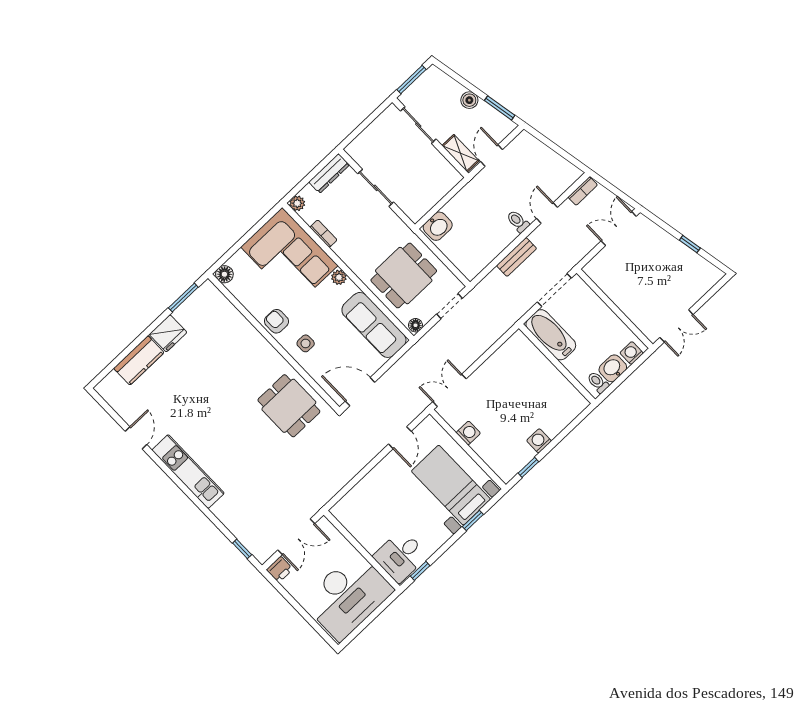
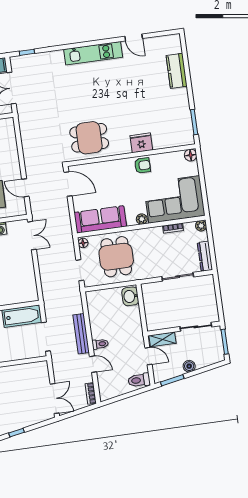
toilet: (527, 146) -> (139, 380), added
bench: (517, 257) -> (81, 334), width x1.36
fridge: (168, 333) -> (141, 143), moved, turned 90
side table: (306, 343) -> (118, 173), removed
door: (360, 392) -> (68, 184), hinge flipped

